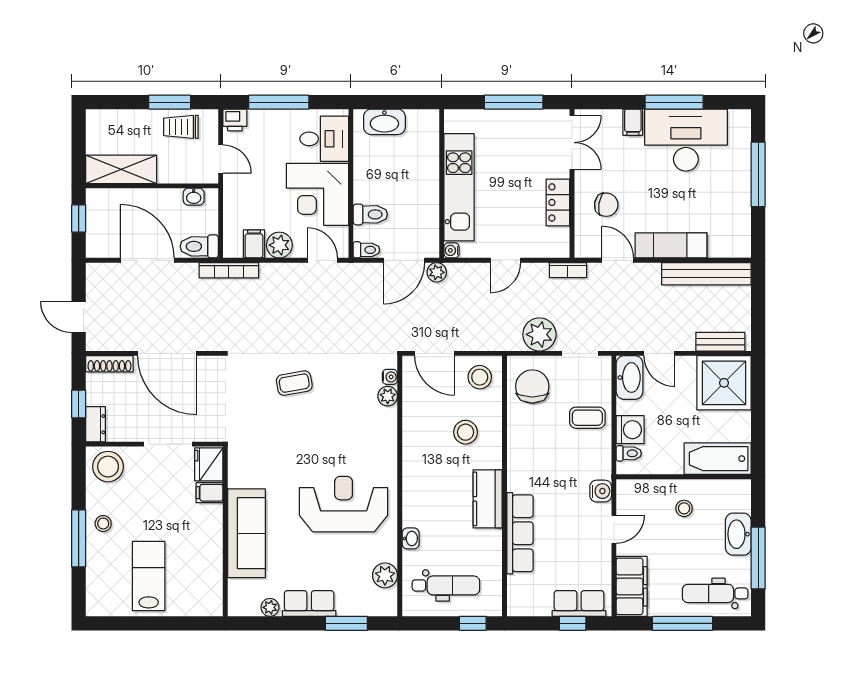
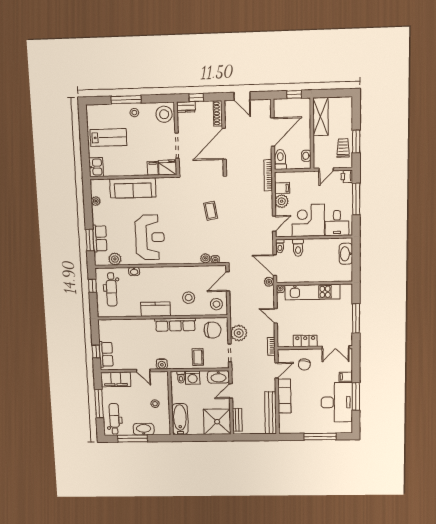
door: (79, 317) -> (242, 96), swing flipped
row of seats: (520, 533) -> (175, 325), moved
kitchen sink: (204, 603) -> (96, 167), added
row of seats: (309, 603) -> (100, 238), moved
window: (473, 623) -> (92, 286), moved

